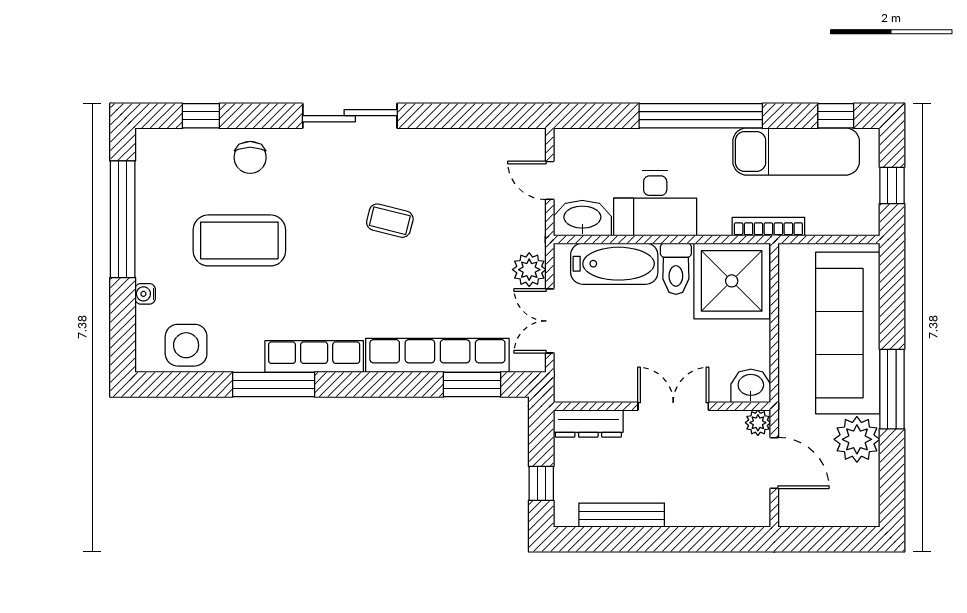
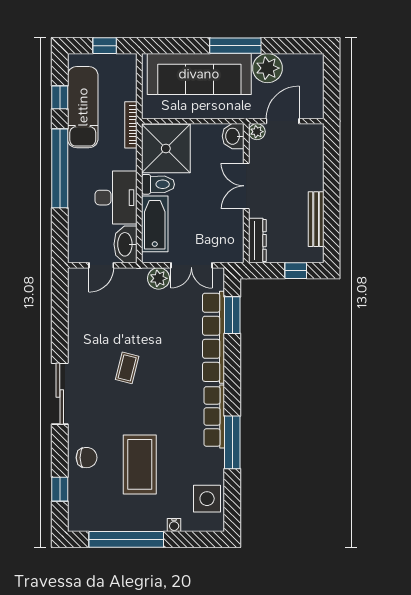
window: (836, 116) -> (60, 97), moved

